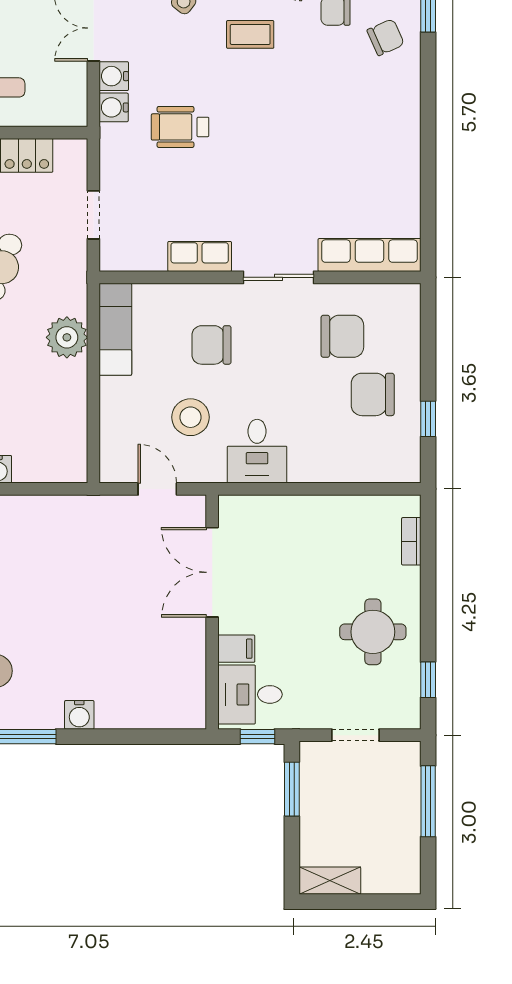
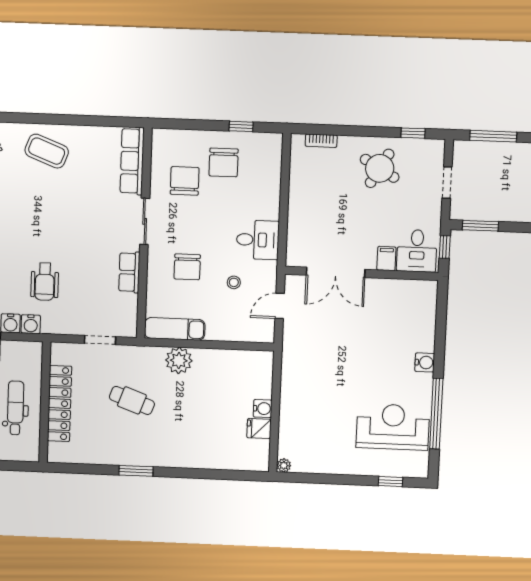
coffee table: (379, 124) -> (47, 151), added
stool: (190, 417) -> (234, 282), width x0.53, depth x0.53
round table: (373, 632) -> (380, 168), turned 30

